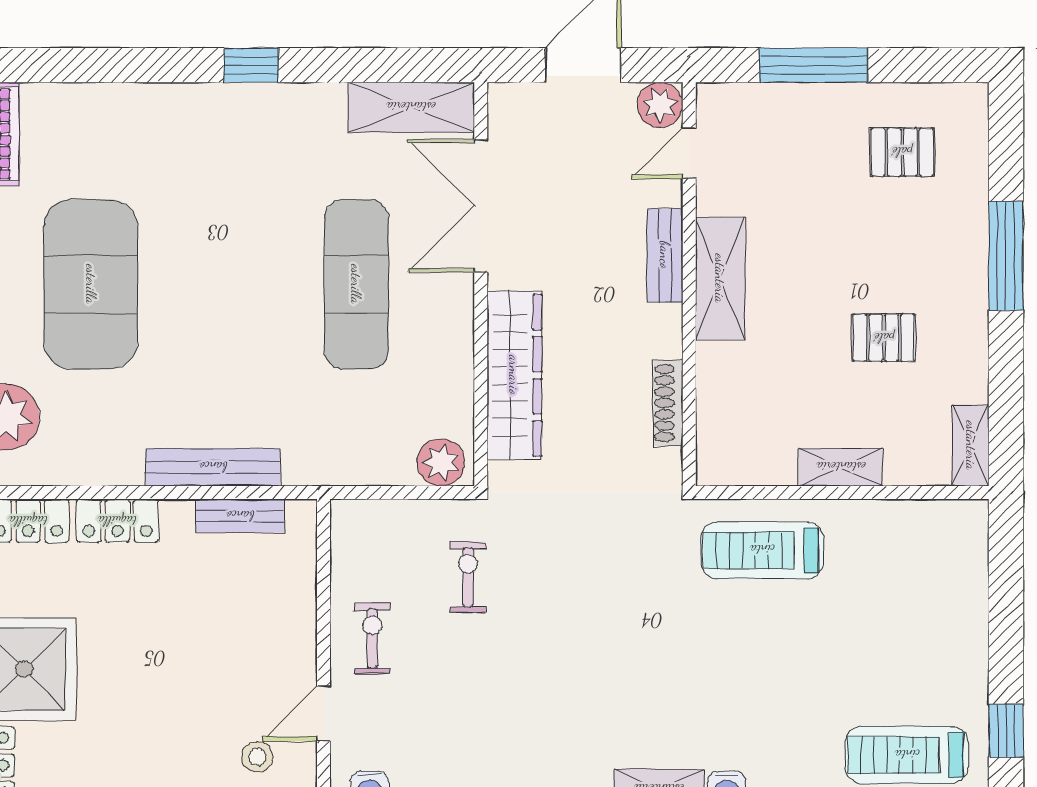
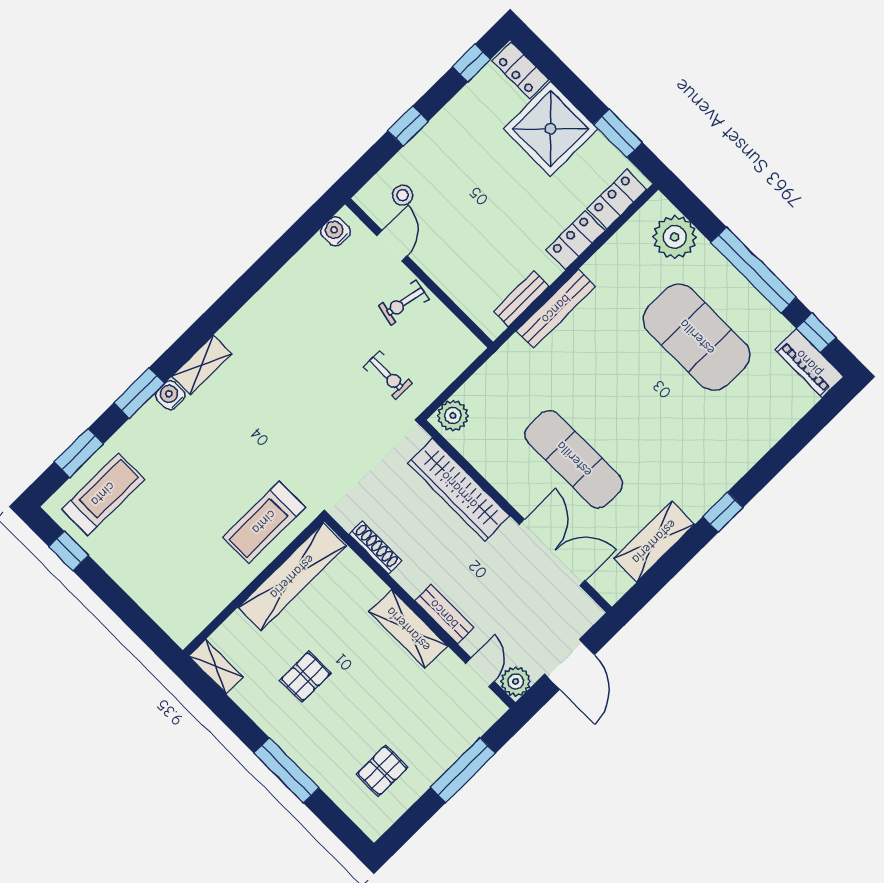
shelving: (411, 107) -> (654, 542), moved
shelving: (841, 467) -> (292, 577), width x2.20, depth x1.33
treadmill: (762, 550) -> (264, 522), turned 180
exercise bike: (372, 639) -> (404, 303), turned 101

